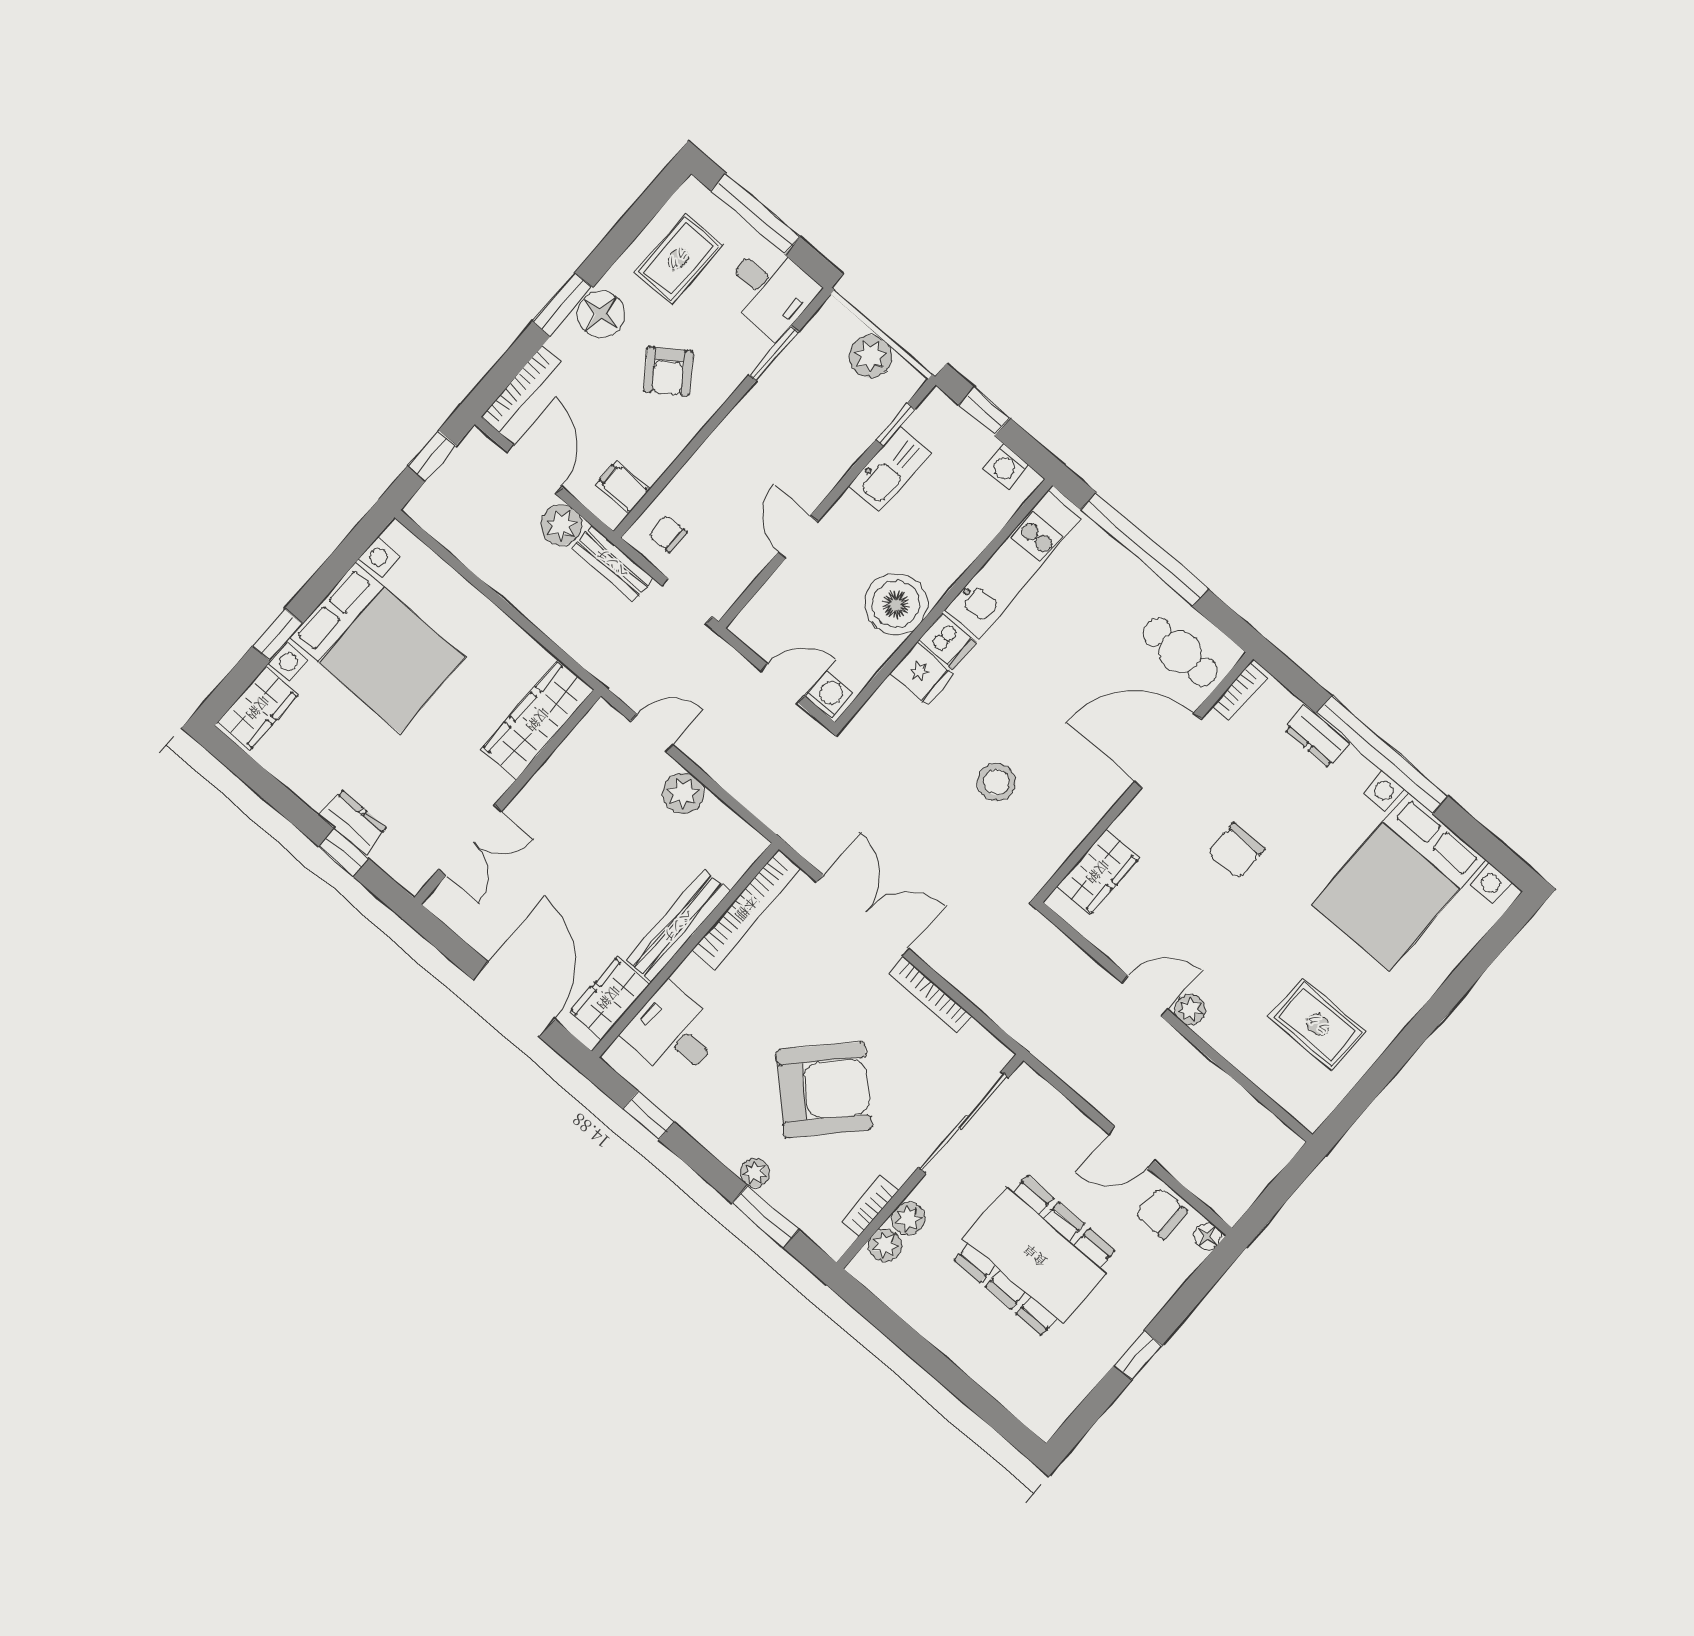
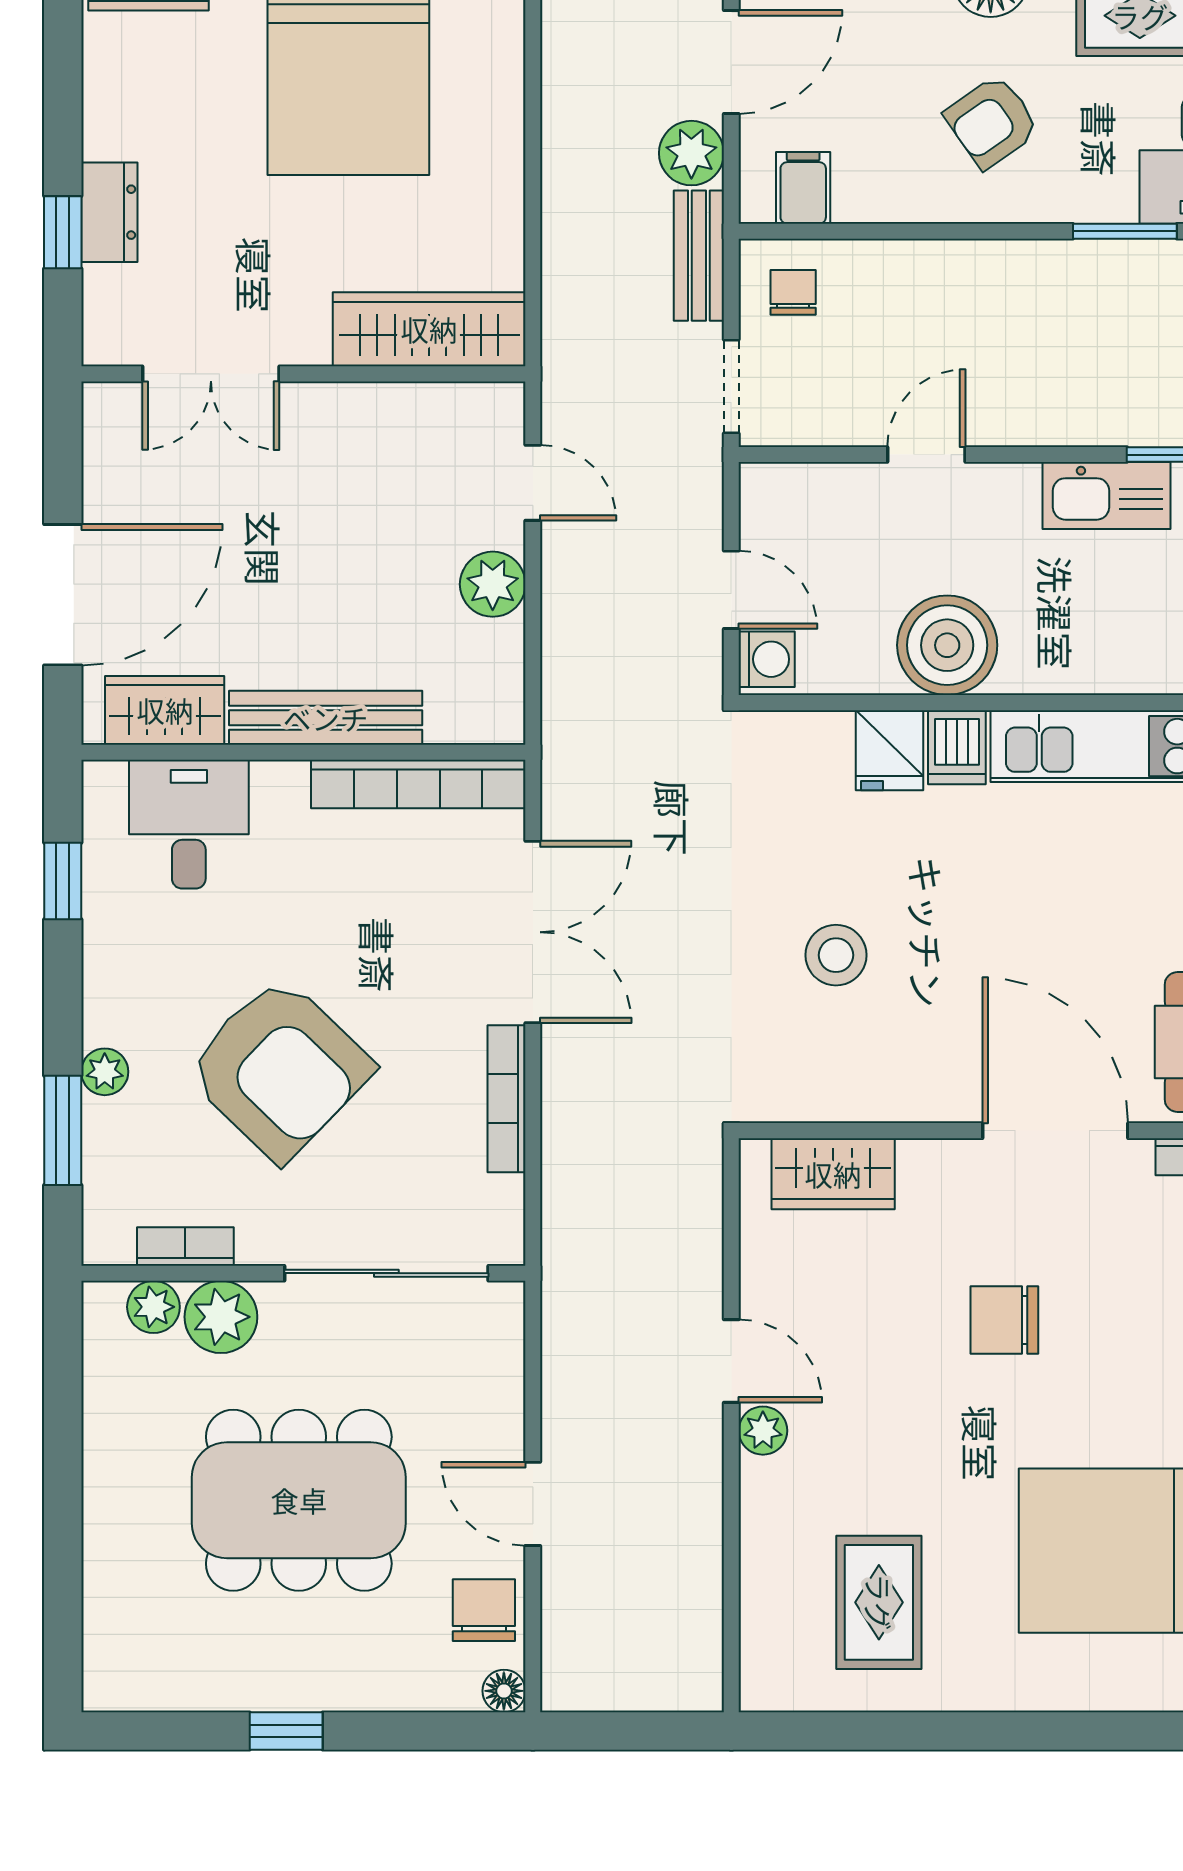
plant: (908, 1218) -> (221, 1317), width x1.38, depth x1.38
dining table: (1035, 1256) -> (299, 1500), turned 90

